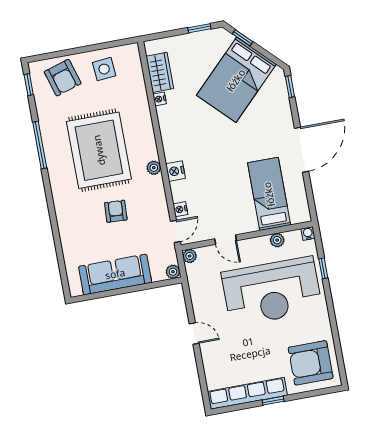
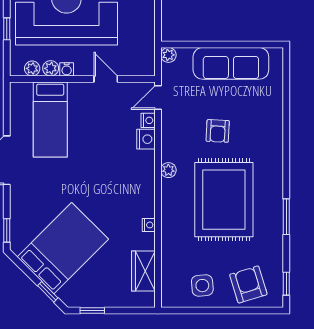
nightstand: (160, 99) -> (149, 225), moved
window: (40, 145) -> (286, 217), width x0.69
nightstand: (175, 171) -> (146, 139), moved
water cooler: (308, 233) -> (67, 69), moved
plant: (190, 256) -> (32, 68), moved

